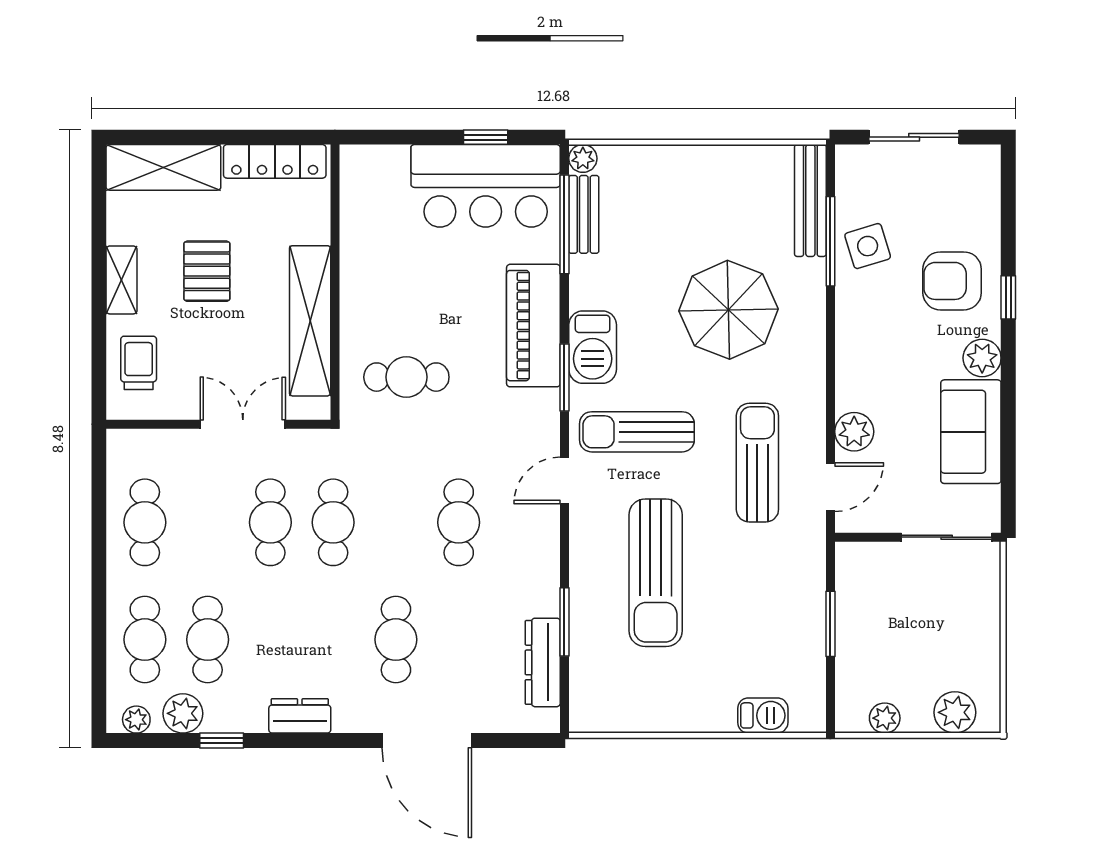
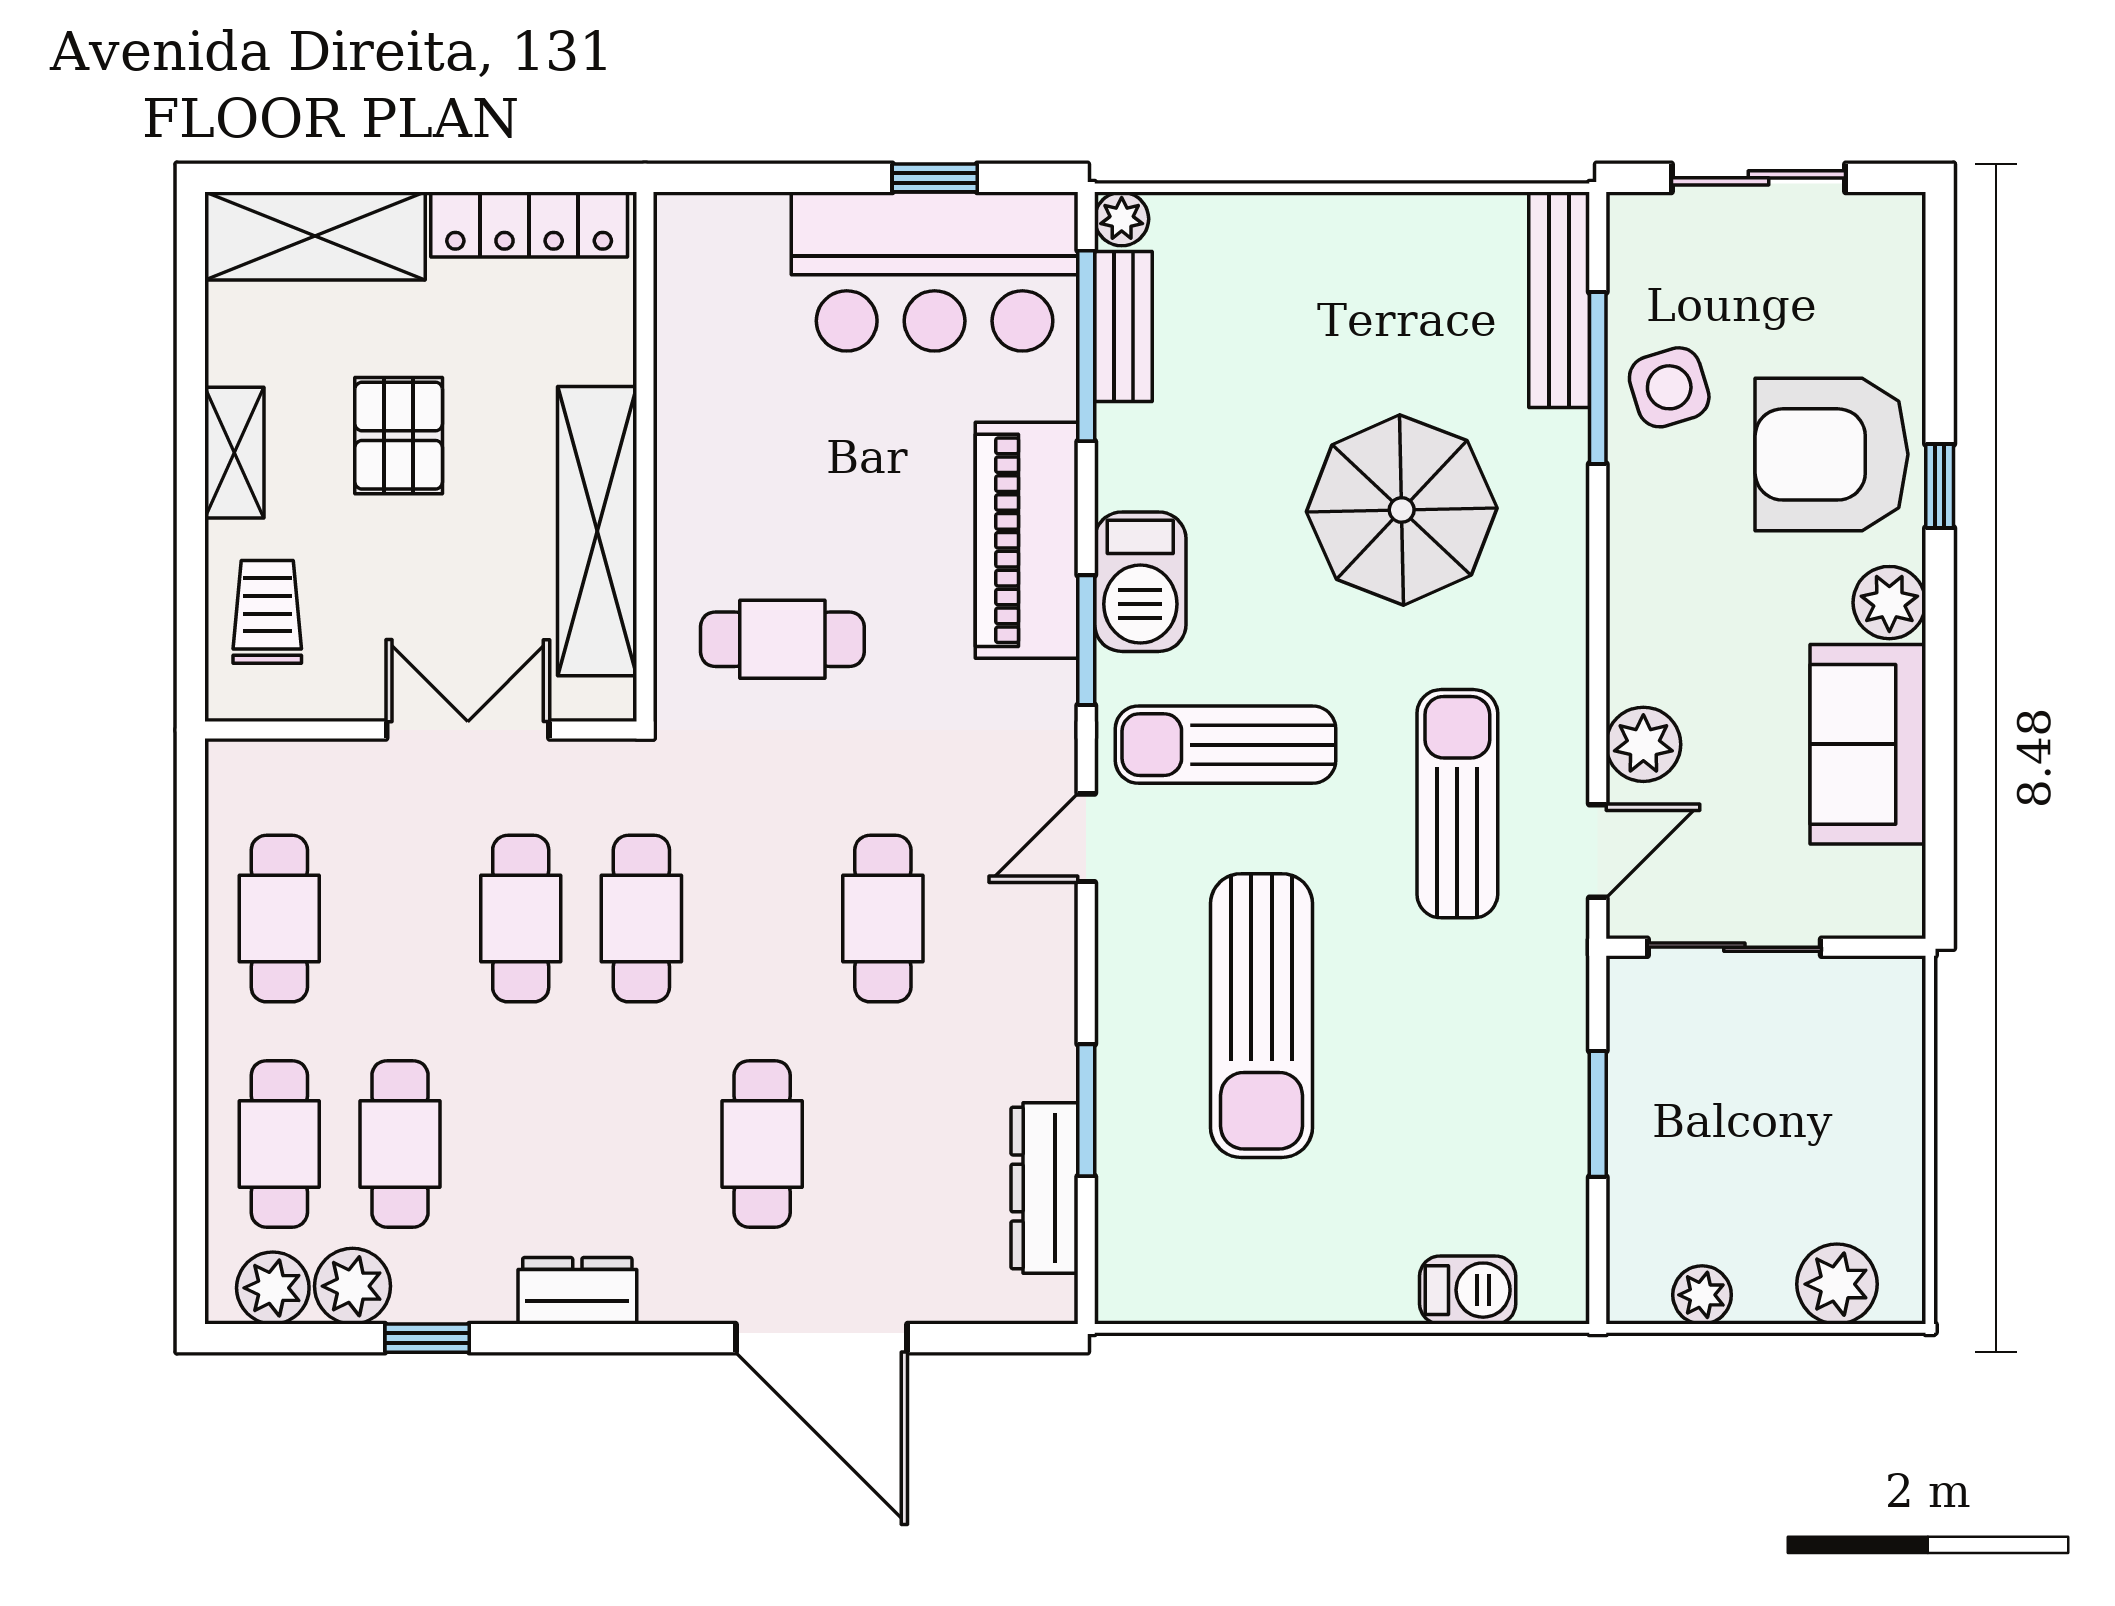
armchair: (952, 281) -> (1832, 454), width x1.36, depth x1.36
sliding door: (947, 537) -> (1734, 947), moved
plant: (136, 720) -> (273, 1288), width x1.38, depth x1.38

